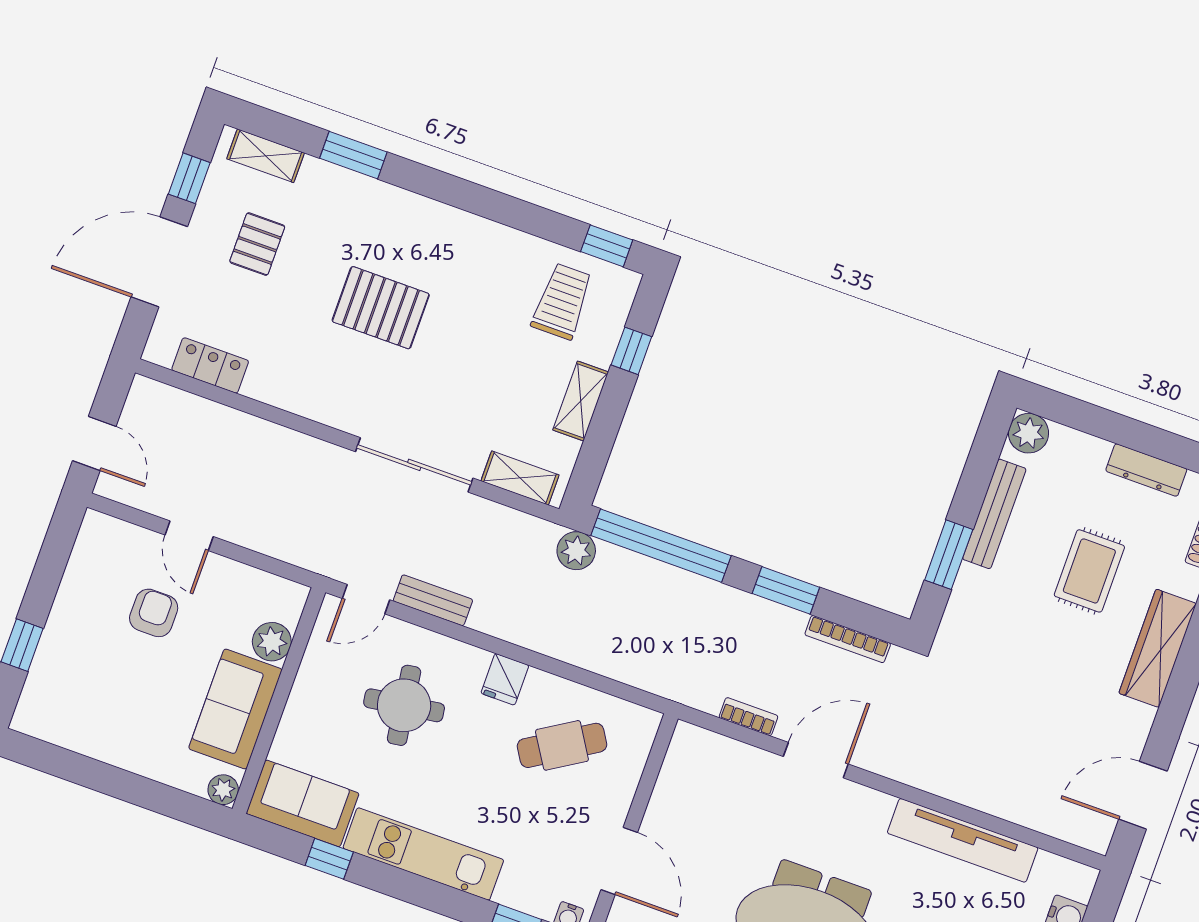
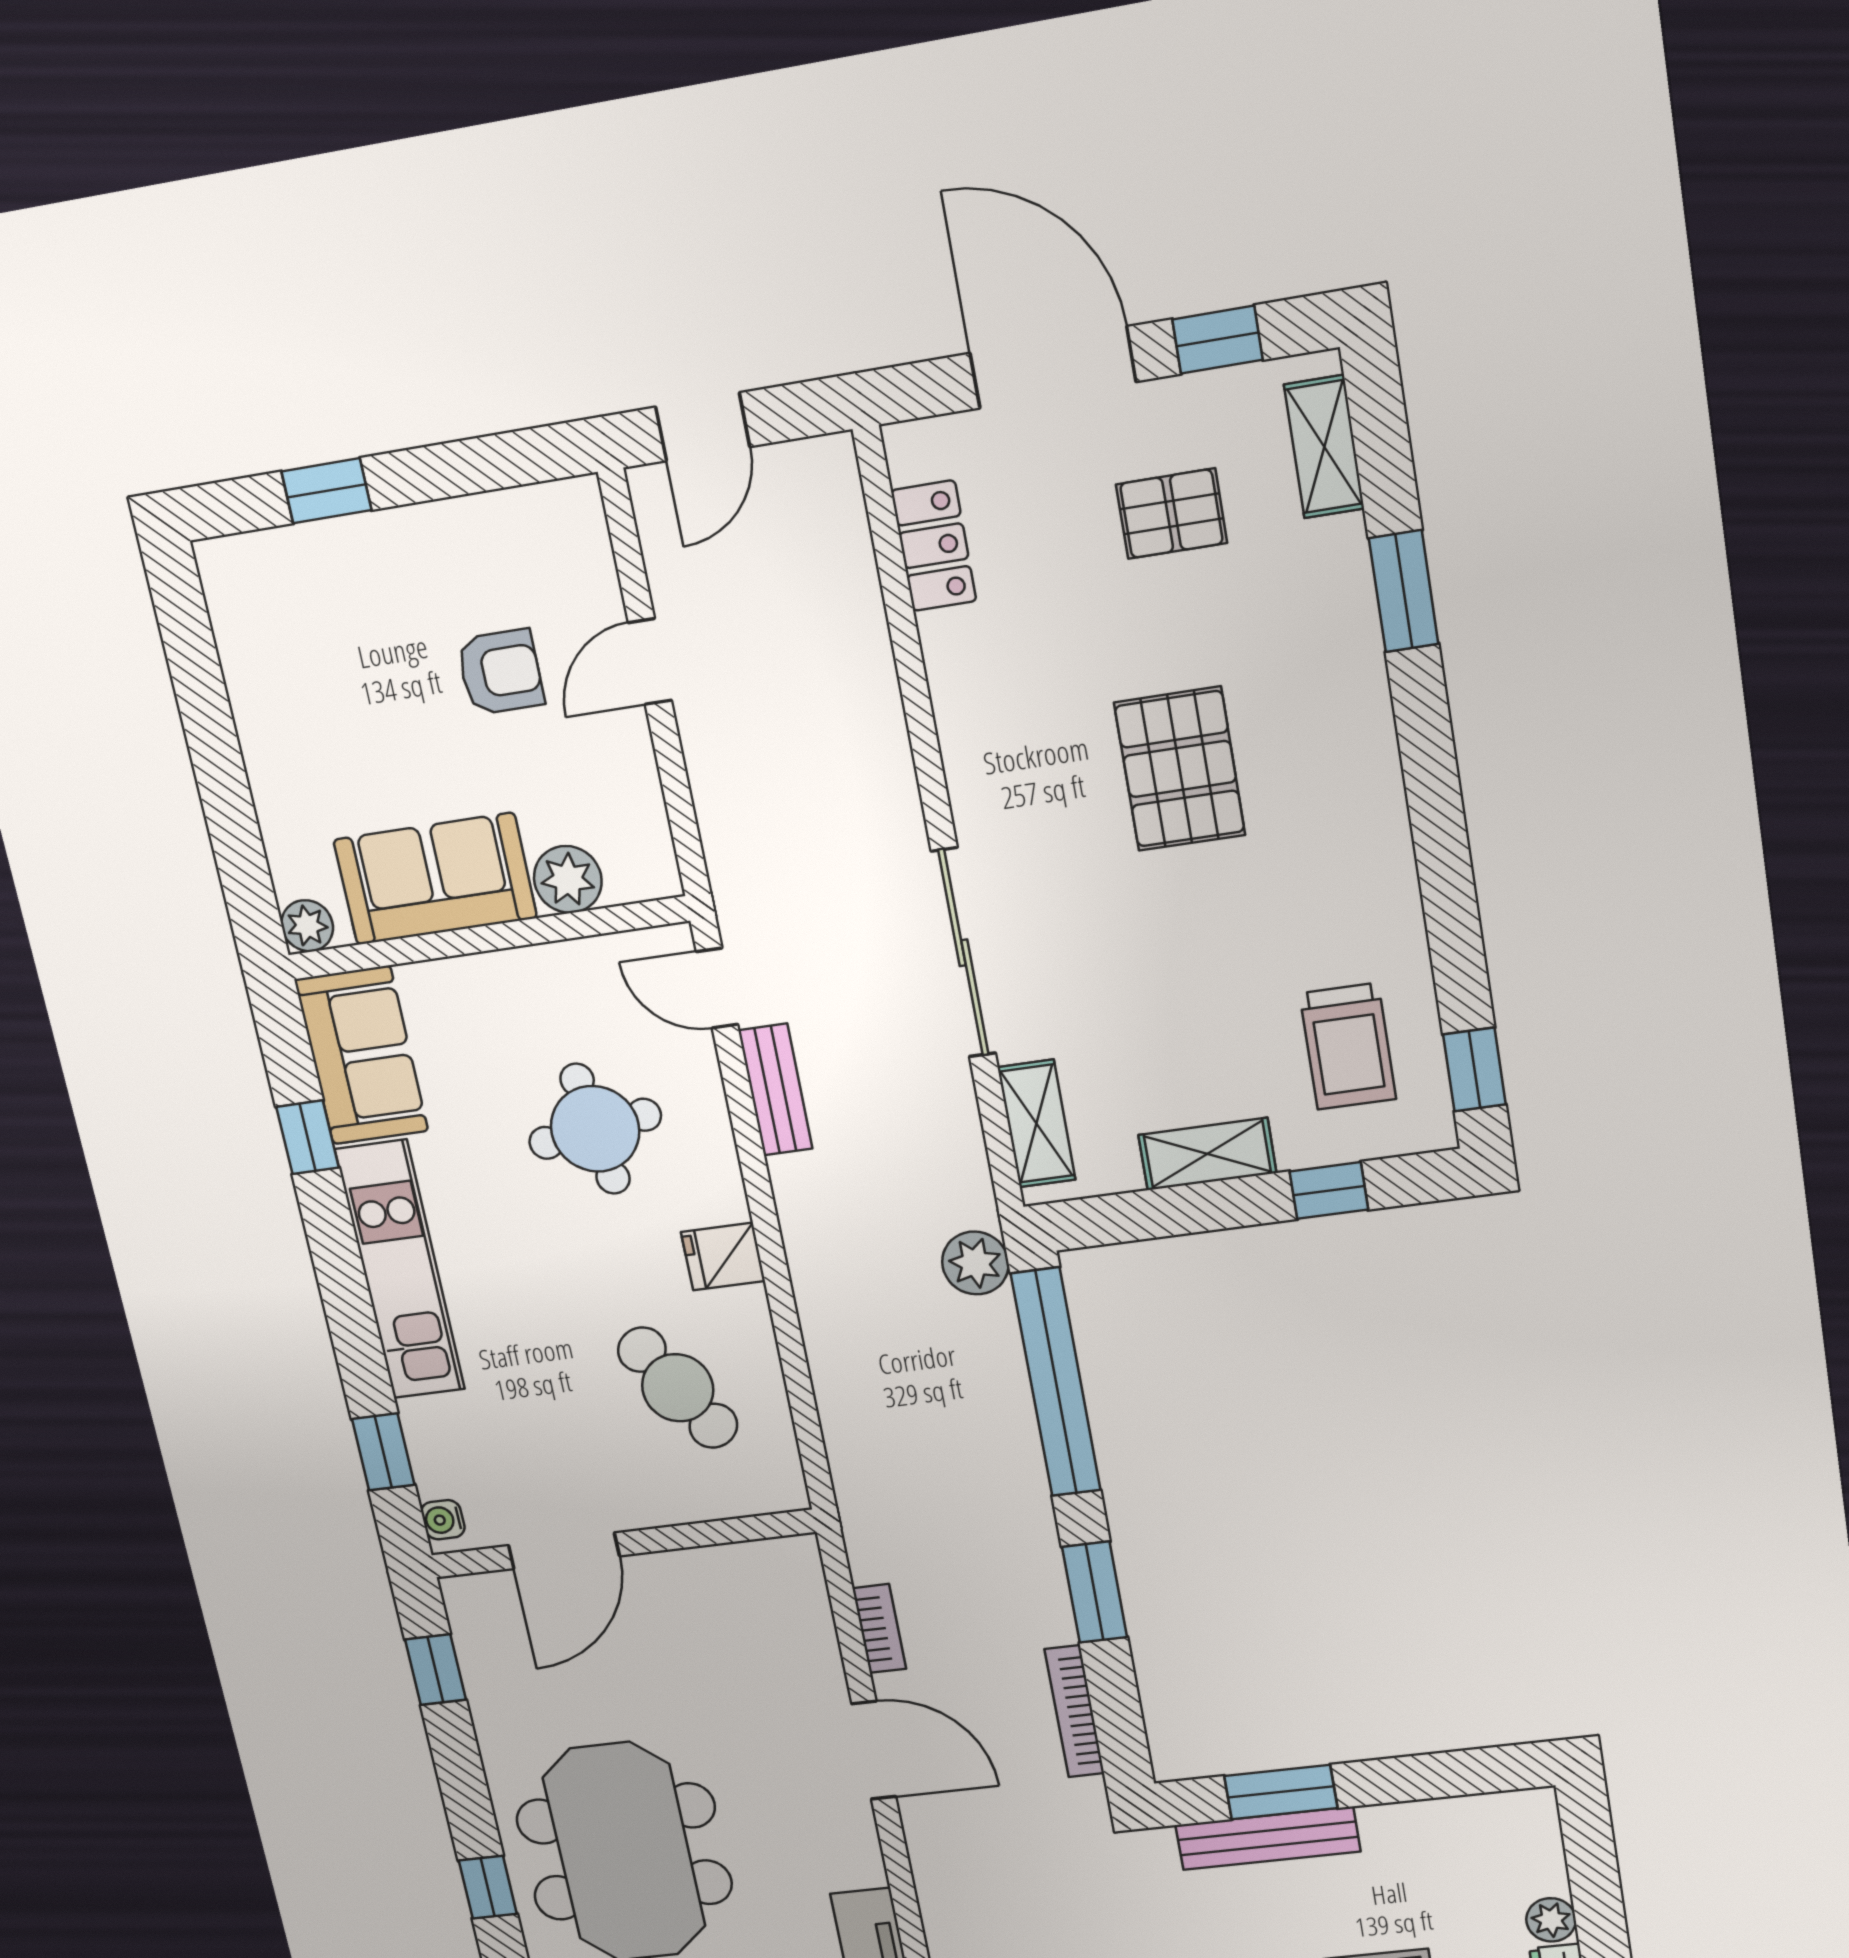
trolley: (562, 301) -> (1348, 1046), turned 90
plant: (1029, 433) -> (1551, 1920), moved, width x0.73, depth x0.73
bench: (994, 514) -> (1268, 1838), moved

